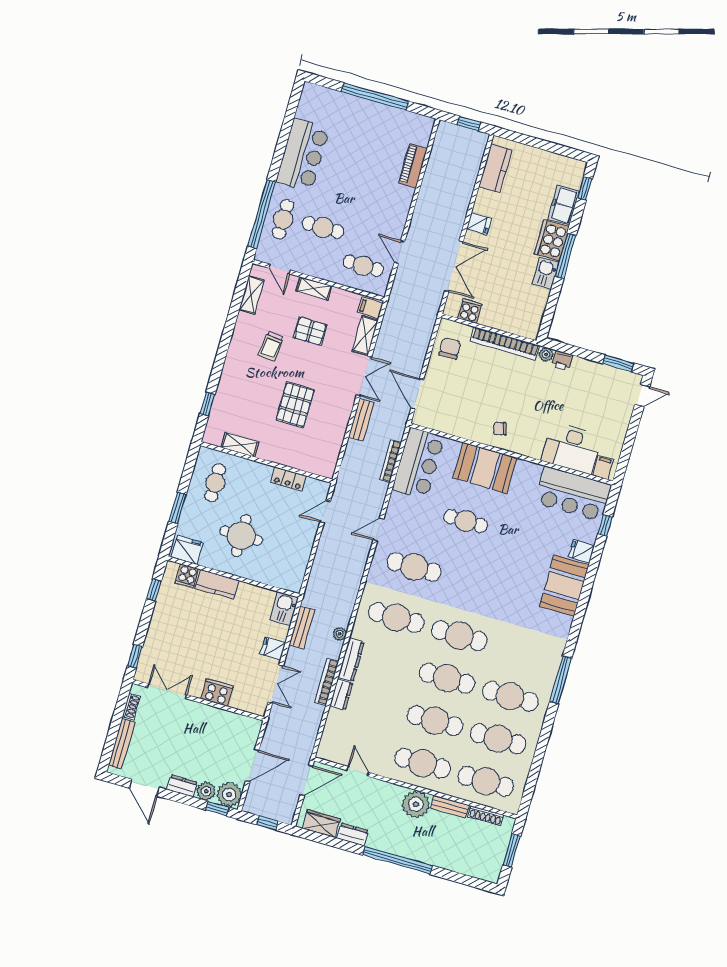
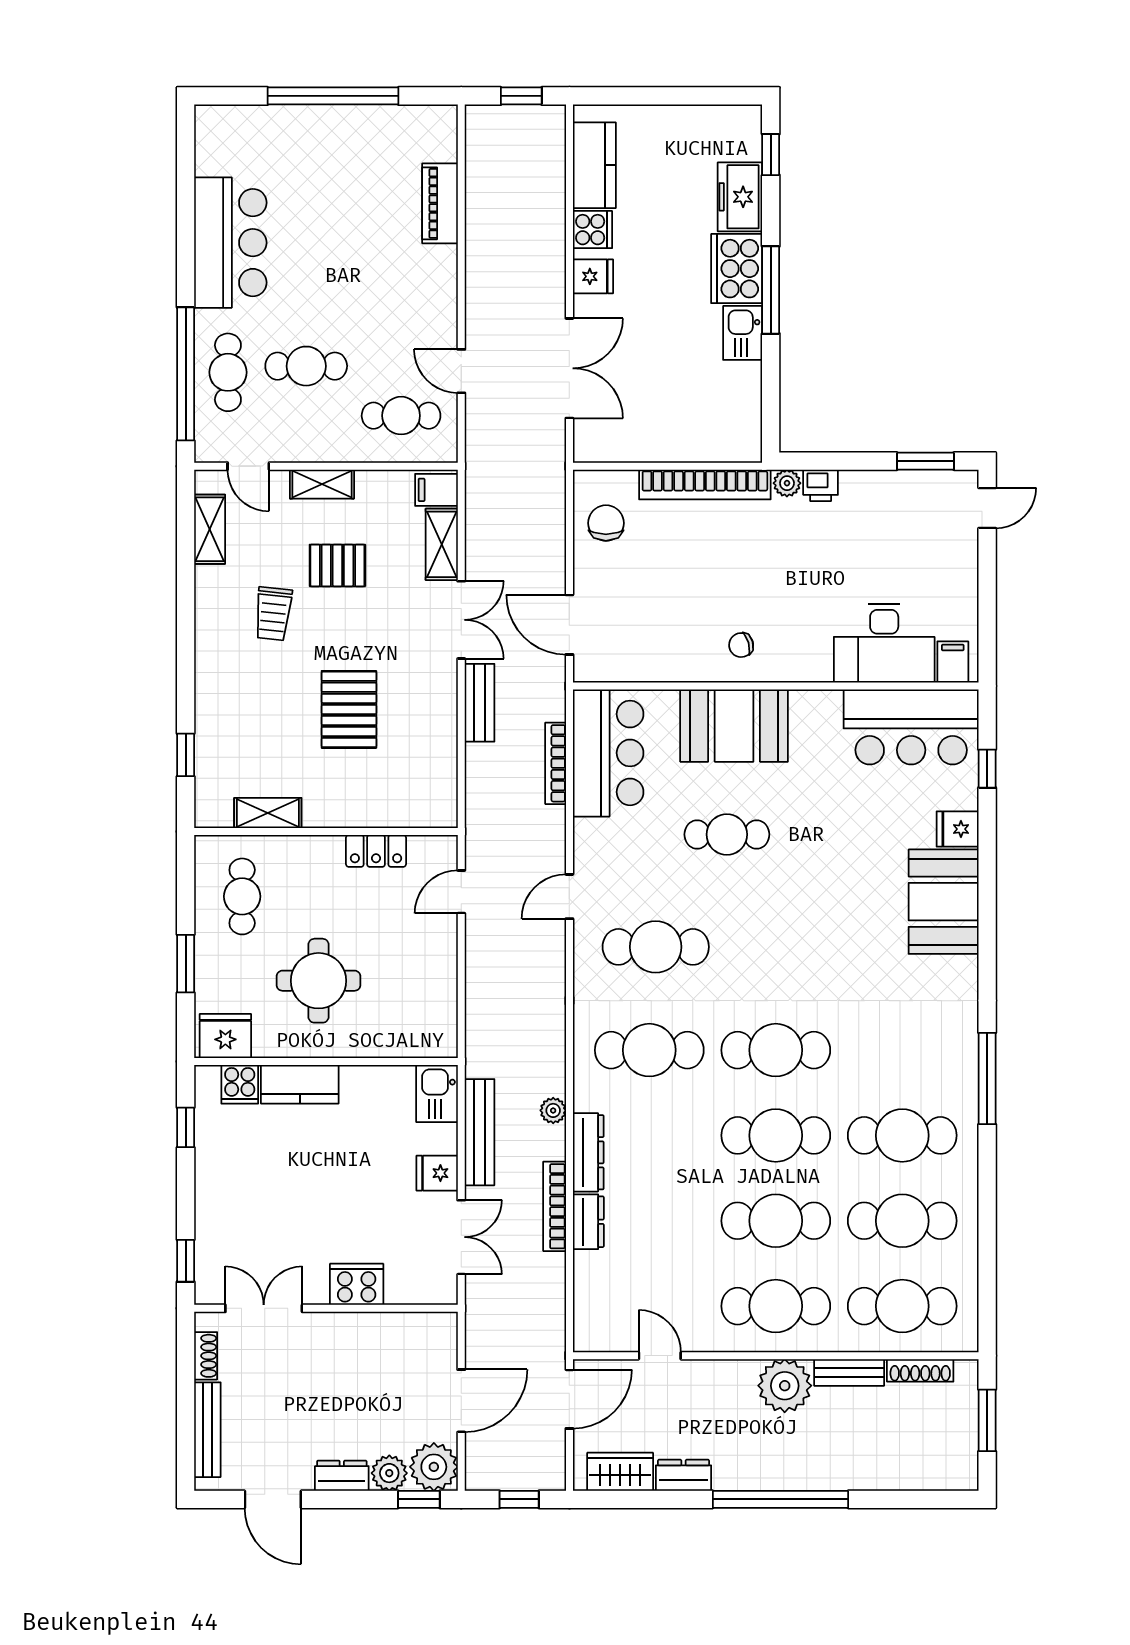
cooker: (470, 311) -> (592, 230), moved, turned 90
bench: (302, 627) -> (480, 1132), width x1.36

